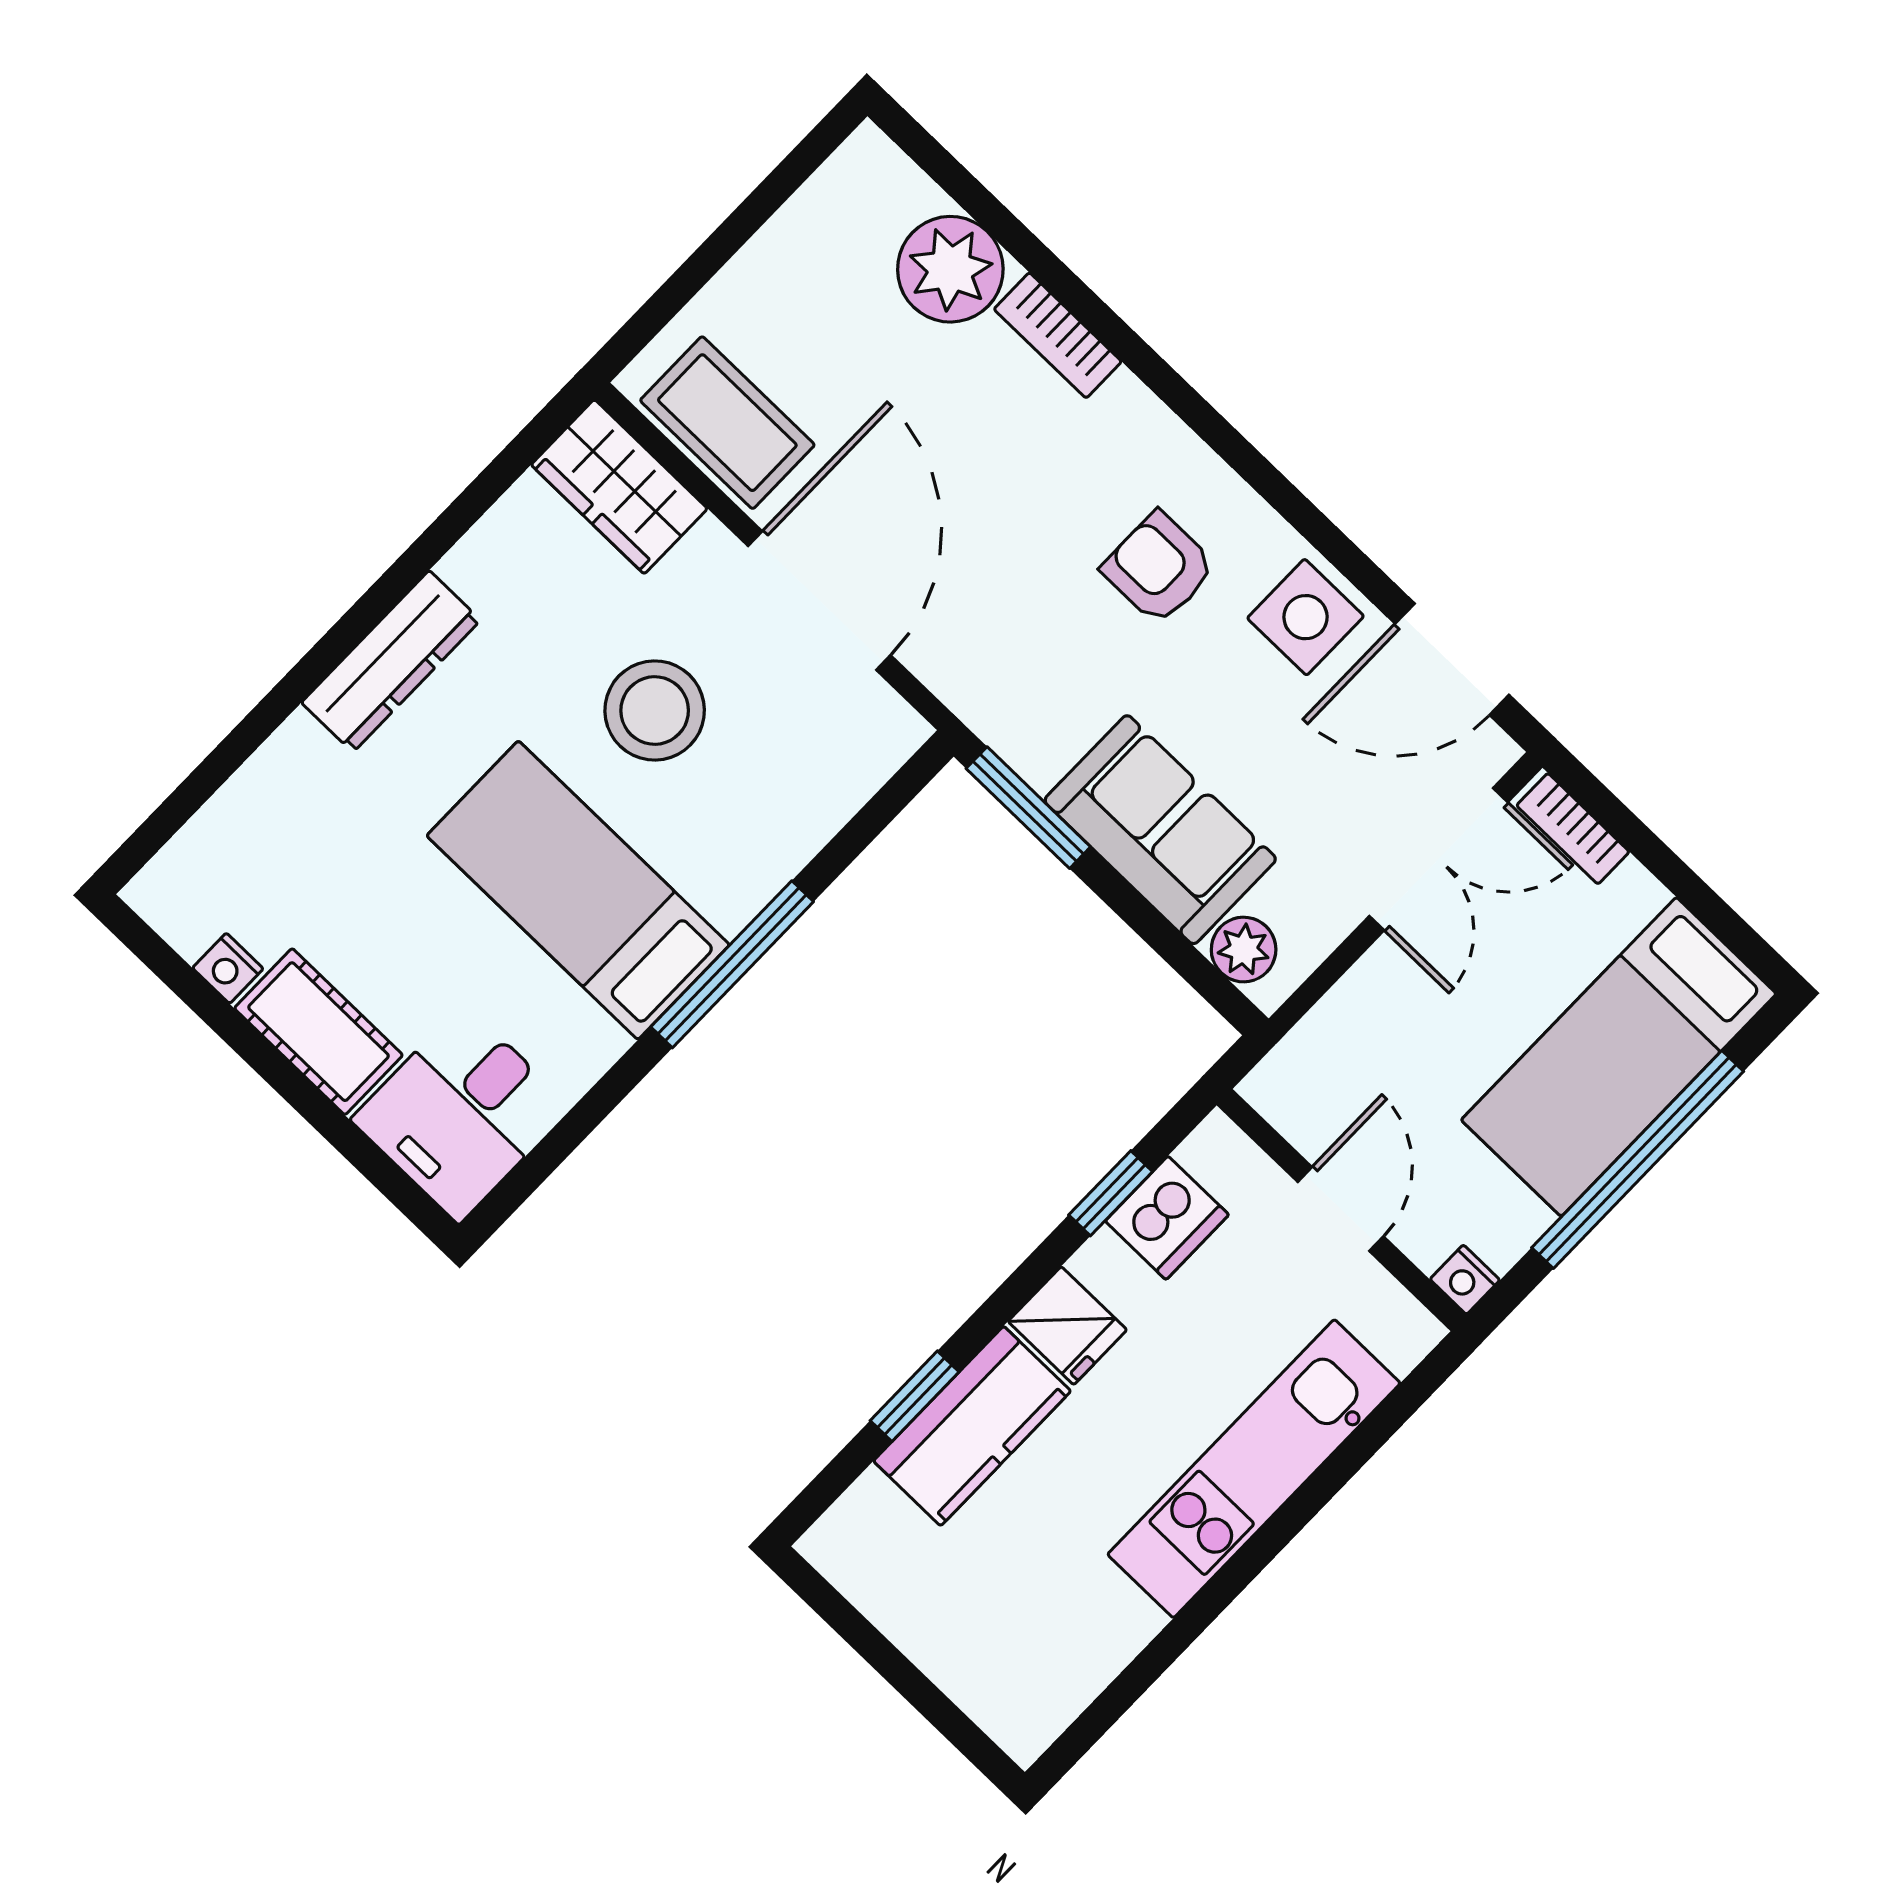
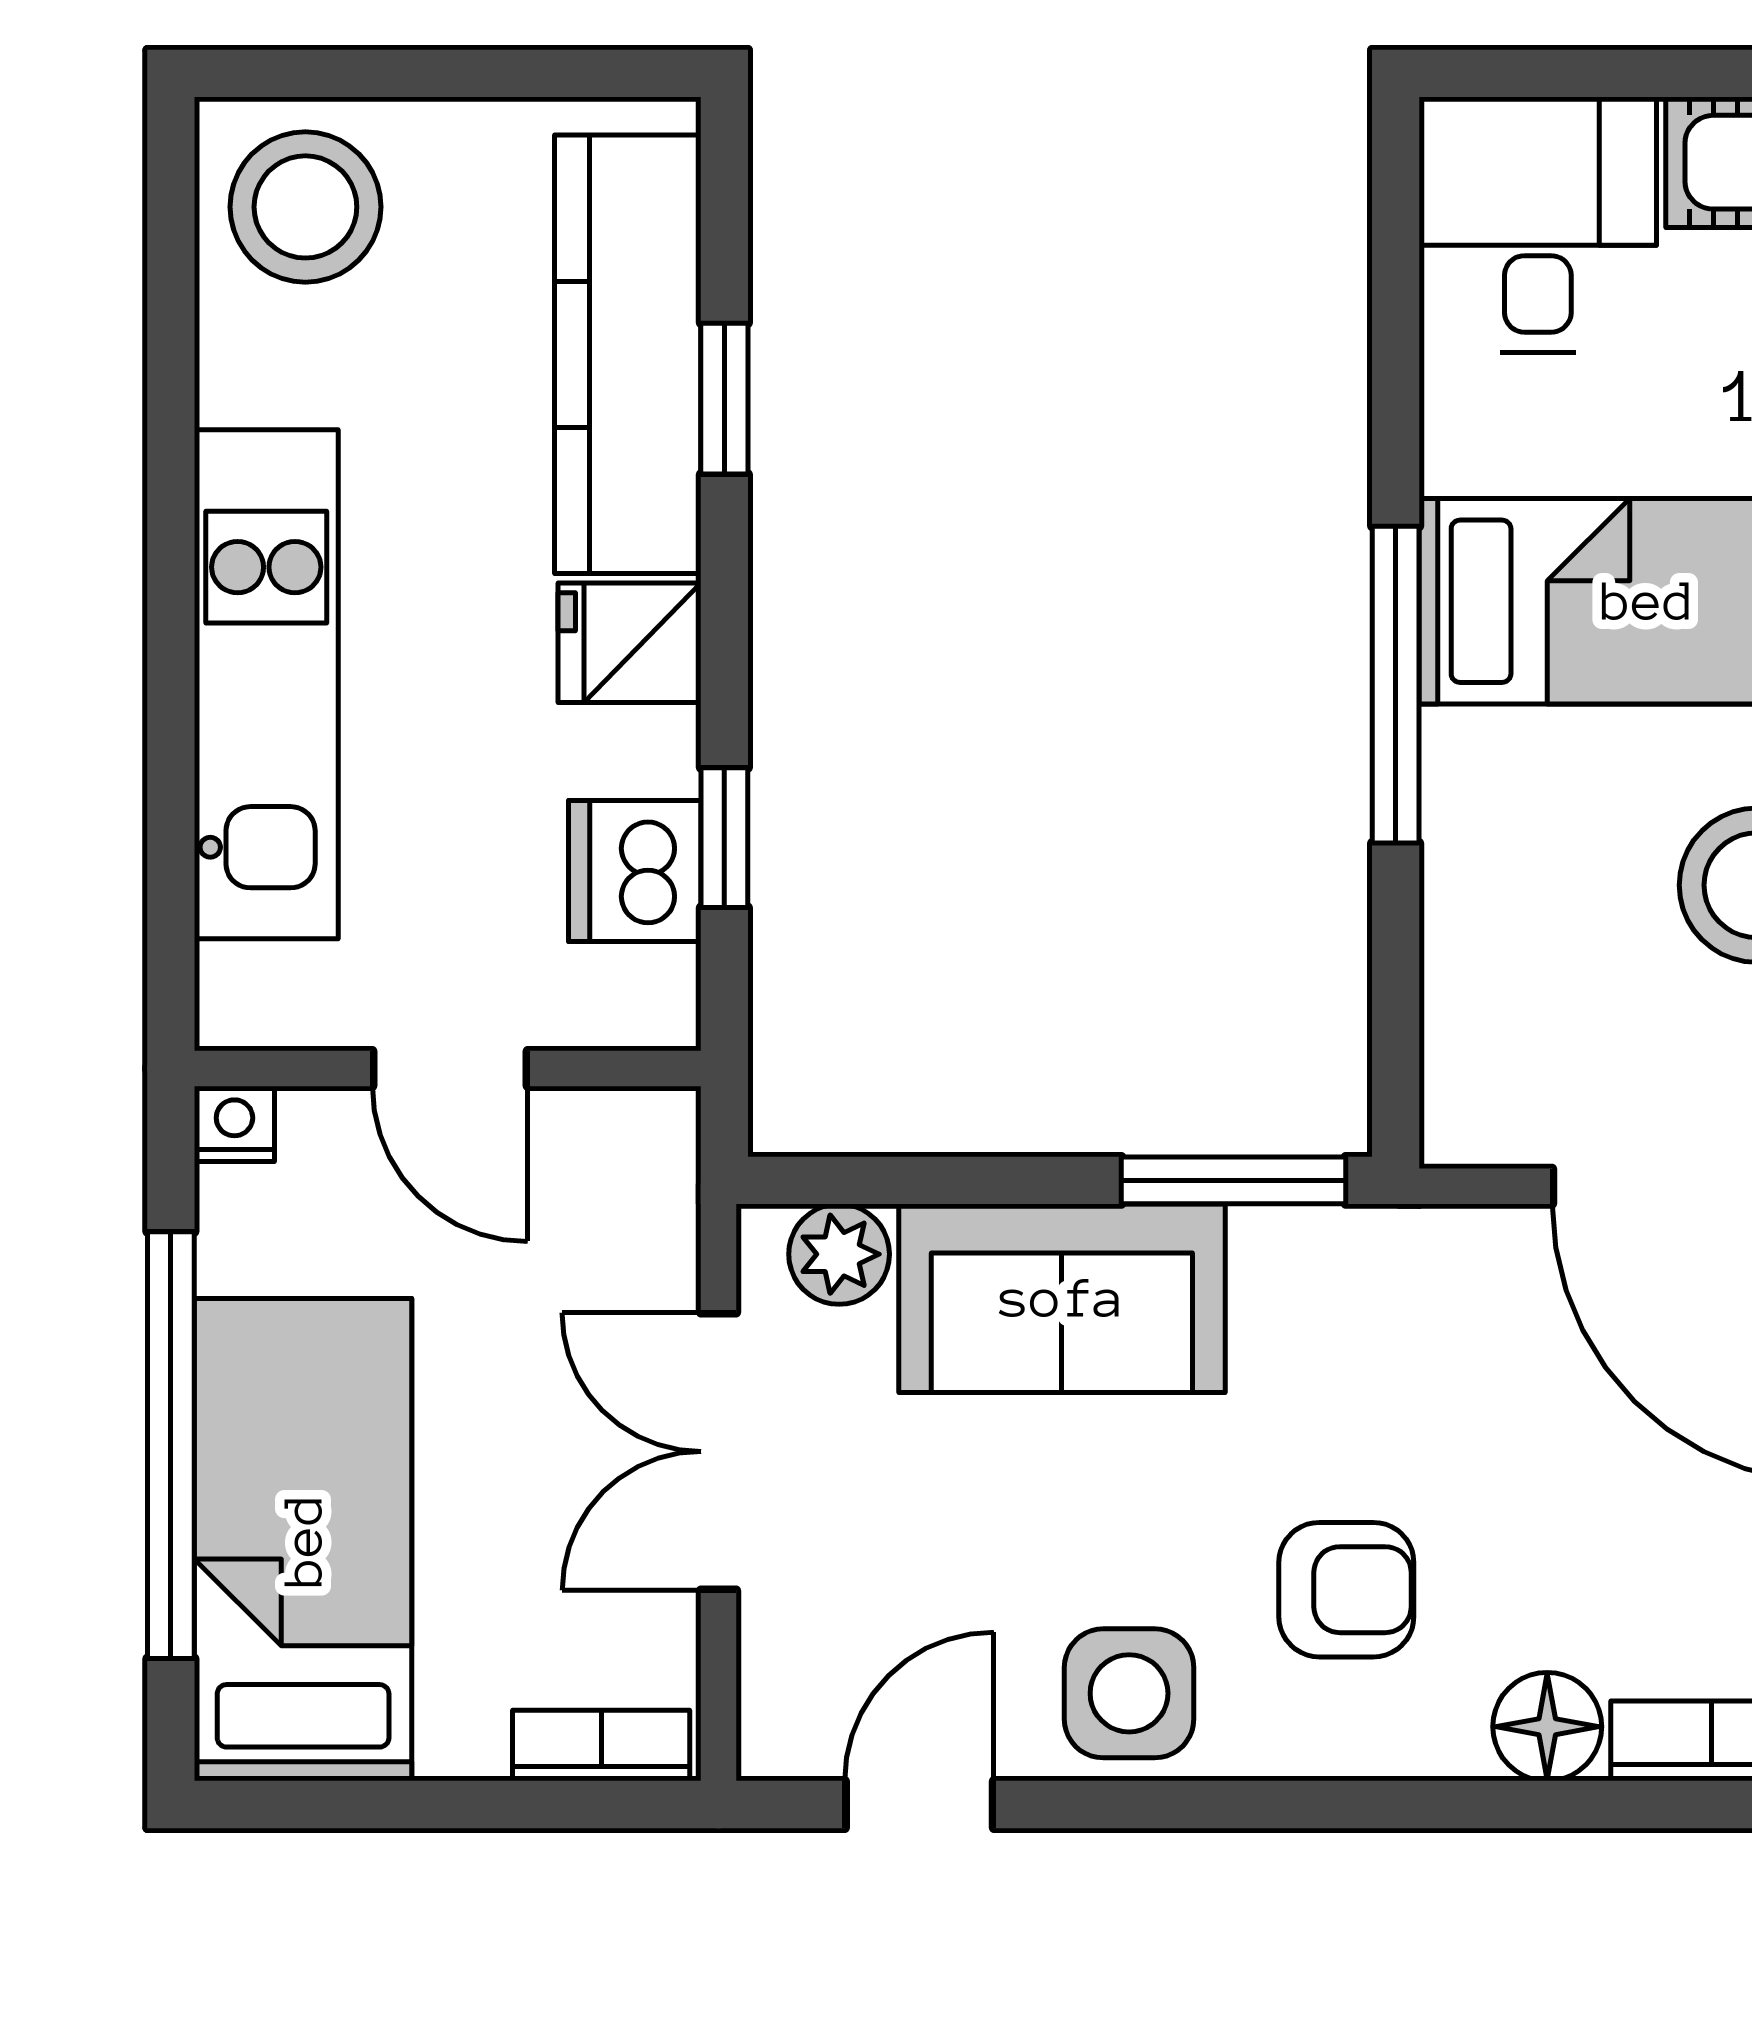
floor lamp: (1127, 415) -> (1547, 1727), added
door: (1452, 659) -> (919, 1805), width x0.73
double door: (1439, 859) -> (719, 1452), moved
kitchen counter: (972, 1426) -> (628, 354), width x1.50
stool: (1023, 1672) -> (305, 207), added

